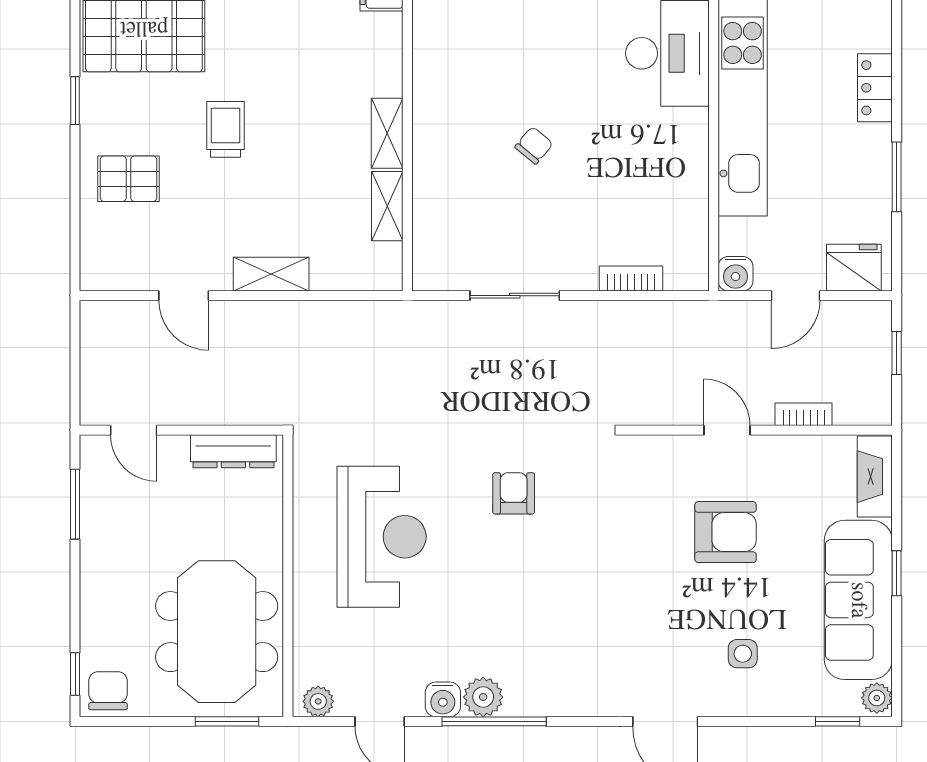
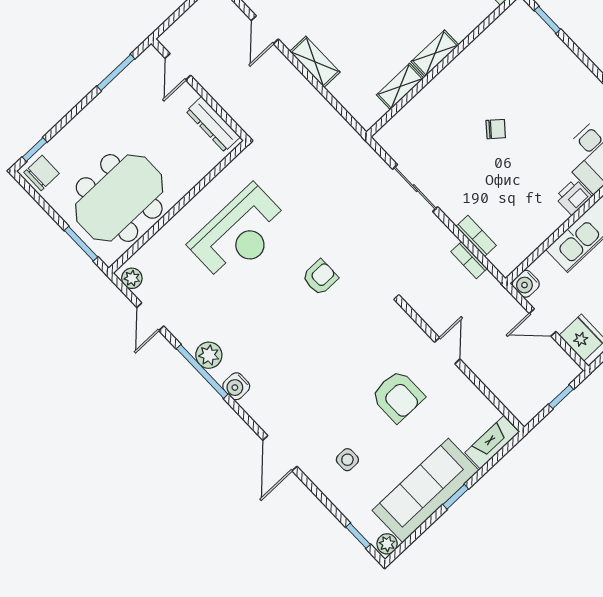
printer: (690, 131) -> (573, 197), added
bookcase: (804, 414) -> (469, 260), moved, turned 180
water cooler: (443, 699) -> (236, 386), moved

